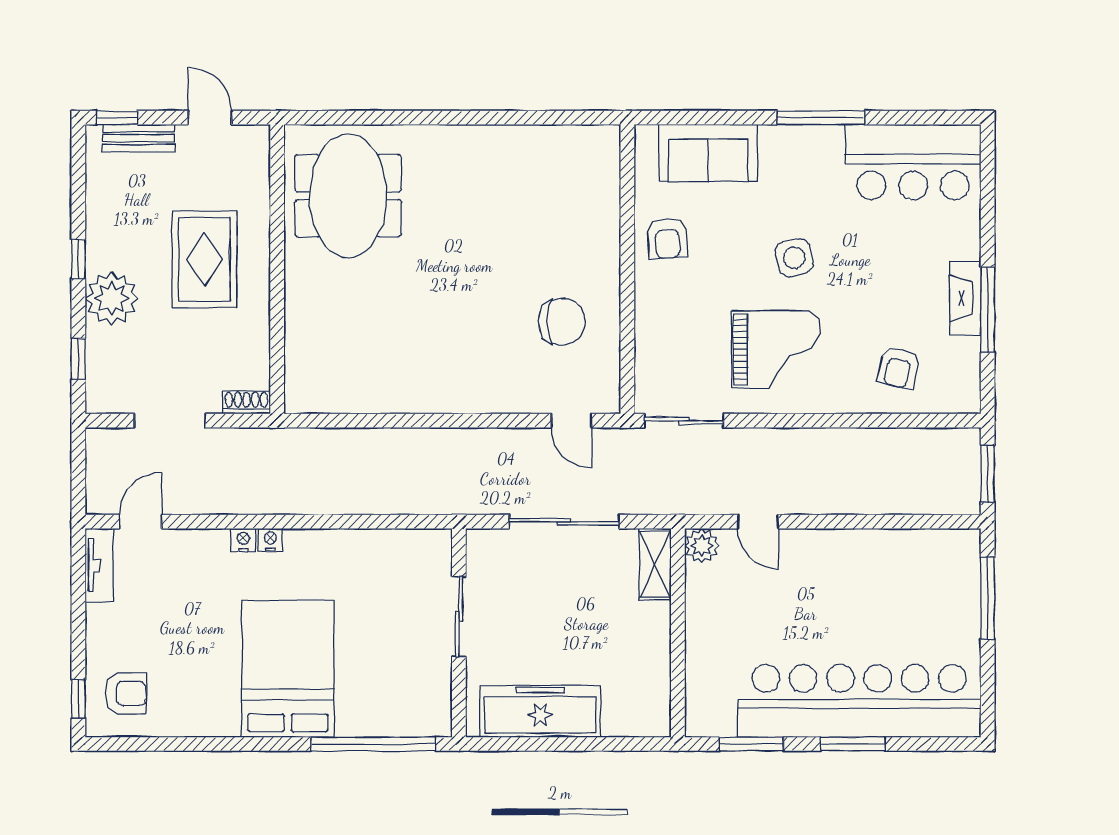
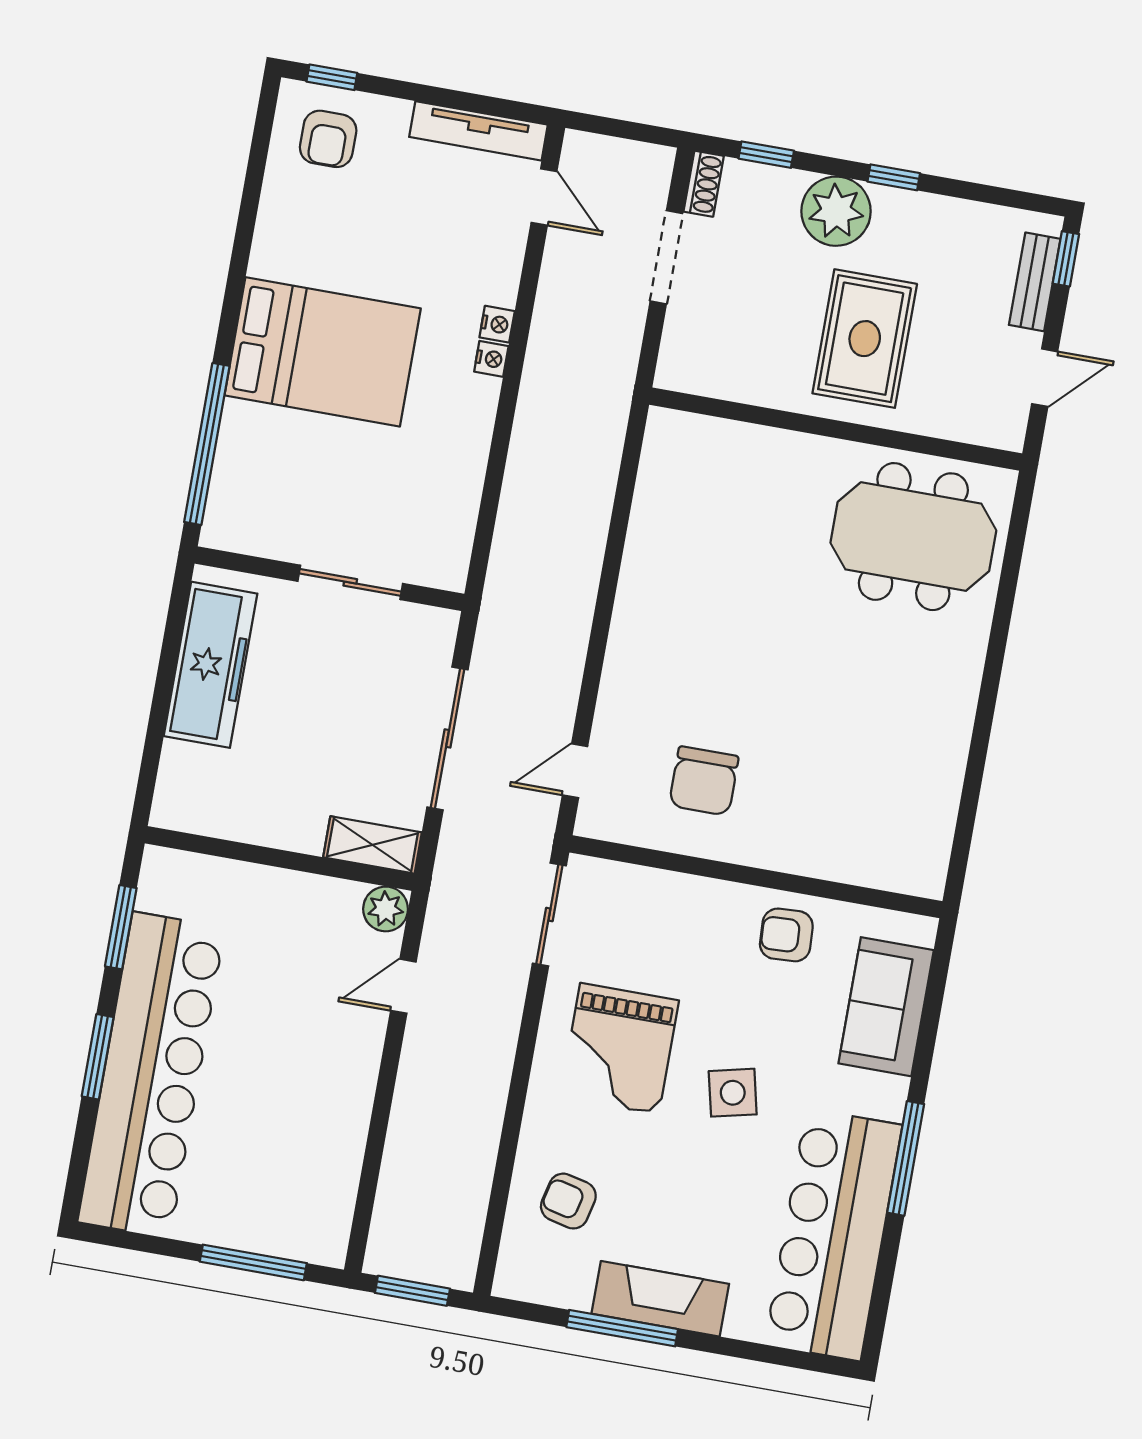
bar counter: (913, 162) -> (833, 1235), width x1.36
rug: (205, 259) -> (865, 339), turned 90
fireplace: (965, 298) -> (660, 1299), width x1.37, depth x1.32
shoe rack: (247, 402) -> (704, 184), moved
tv unit: (99, 565) -> (479, 131), width x1.41

